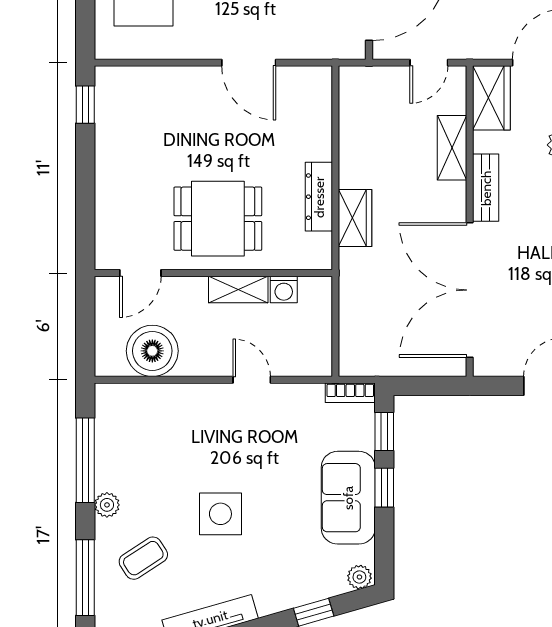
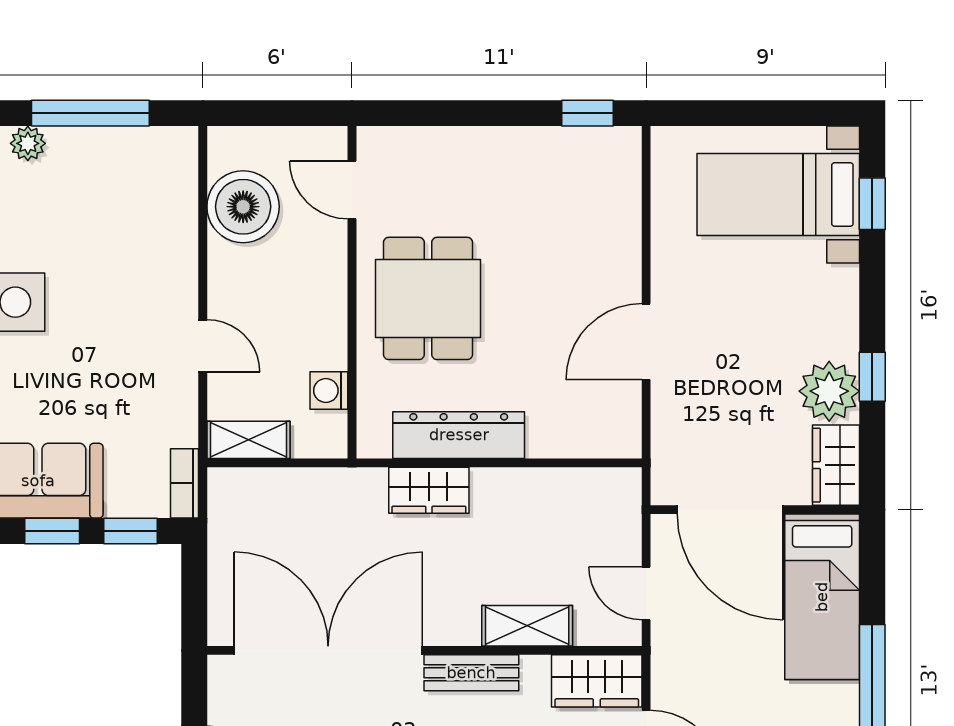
dresser: (319, 197) -> (459, 435), width x1.37, depth x1.24
shelving: (238, 289) -> (248, 440), moved, turned 90
door: (252, 380) -> (203, 346), hinge flipped

